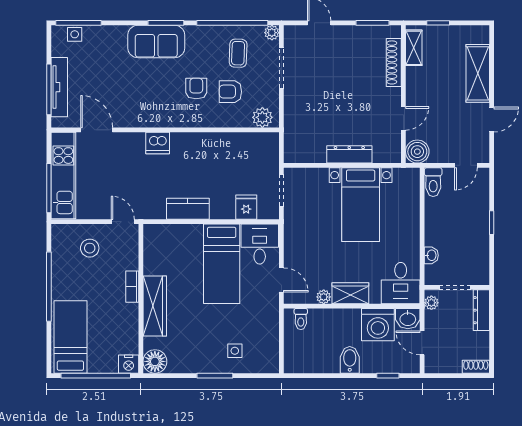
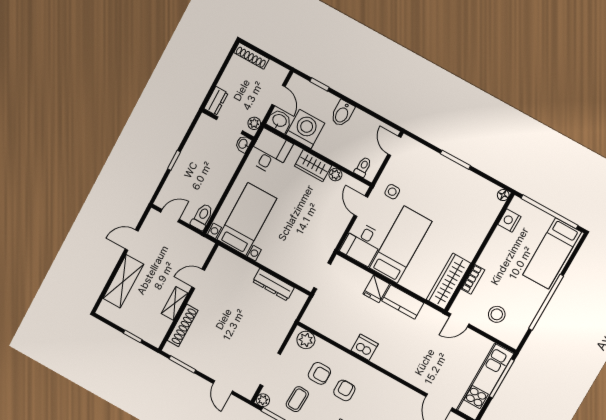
shelving: (414, 48) -> (175, 303), moved
armchair: (196, 89) -> (344, 390), turned 180
dishwasher: (158, 143) -> (365, 347), moved
boiler: (417, 152) -> (201, 247), removed
dresser: (349, 154) -> (273, 285), moved
bed with nightstands: (361, 205) -> (247, 219), moved
fridge: (246, 207) -> (376, 289), moved
door: (123, 222) -> (459, 320), hinge flipped
washbasin: (431, 255) -> (243, 144), moved
bookcase: (132, 287) -> (473, 279), moved
wardrobe: (155, 306) -> (449, 281), moved
dresser: (481, 310) -> (216, 101), width x0.70
side table: (235, 351) -> (392, 192), moved
door: (281, 356) -> (394, 146), added
floor lamp: (155, 361) -> (503, 195), width x0.53, depth x0.53
nightstand: (129, 364) -> (509, 220), moved, turned -90
shoe rack: (476, 367) -> (251, 56), width x1.43

